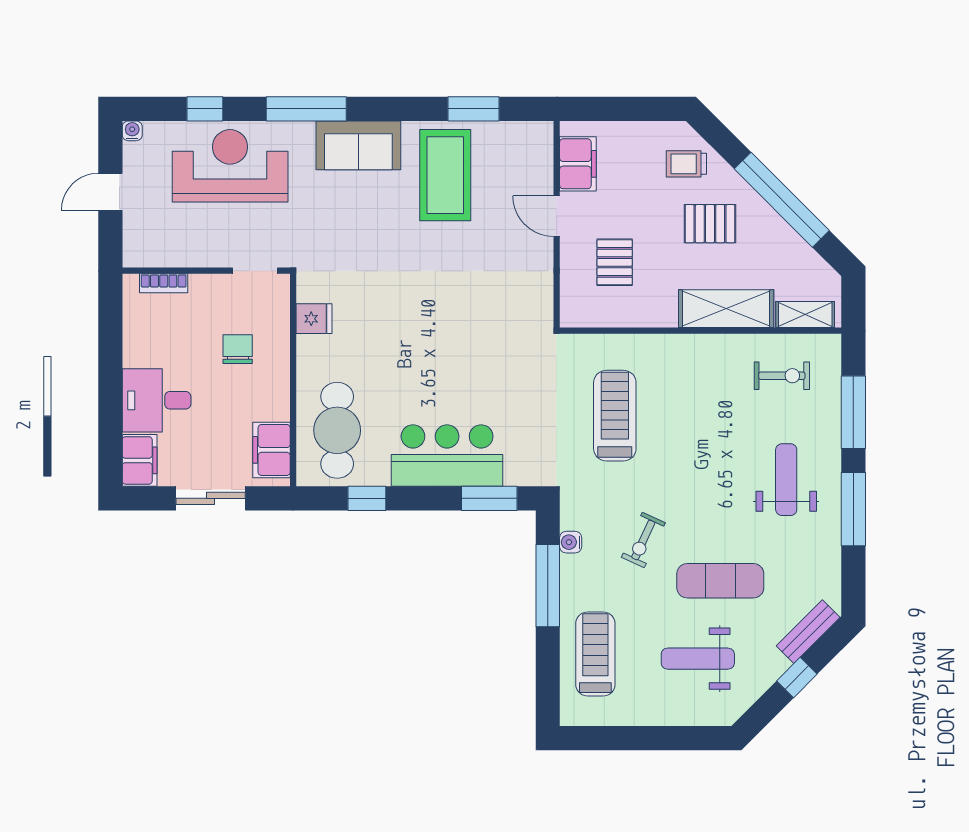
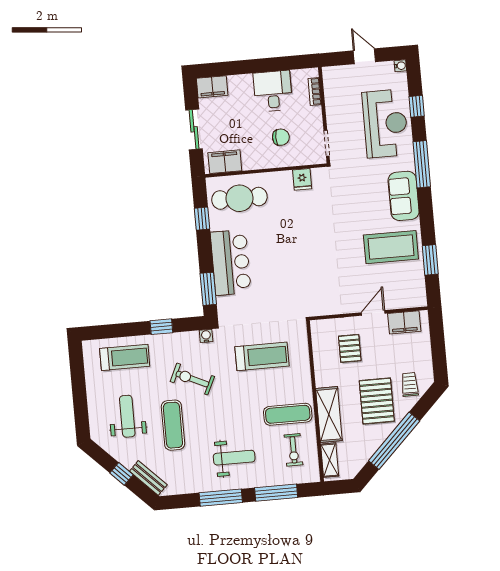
pallet: (710, 224) -> (377, 401), width x1.50, depth x1.42
pallet: (615, 262) -> (350, 348), turned 90
exercise mat: (719, 380) -> (288, 414), added
desk: (157, 400) -> (273, 91), moved
exercise bike: (643, 540) -> (192, 379), width x1.38, depth x1.39
water cooler: (571, 542) -> (206, 336), moved
window: (548, 586) -> (161, 327), width x0.46

